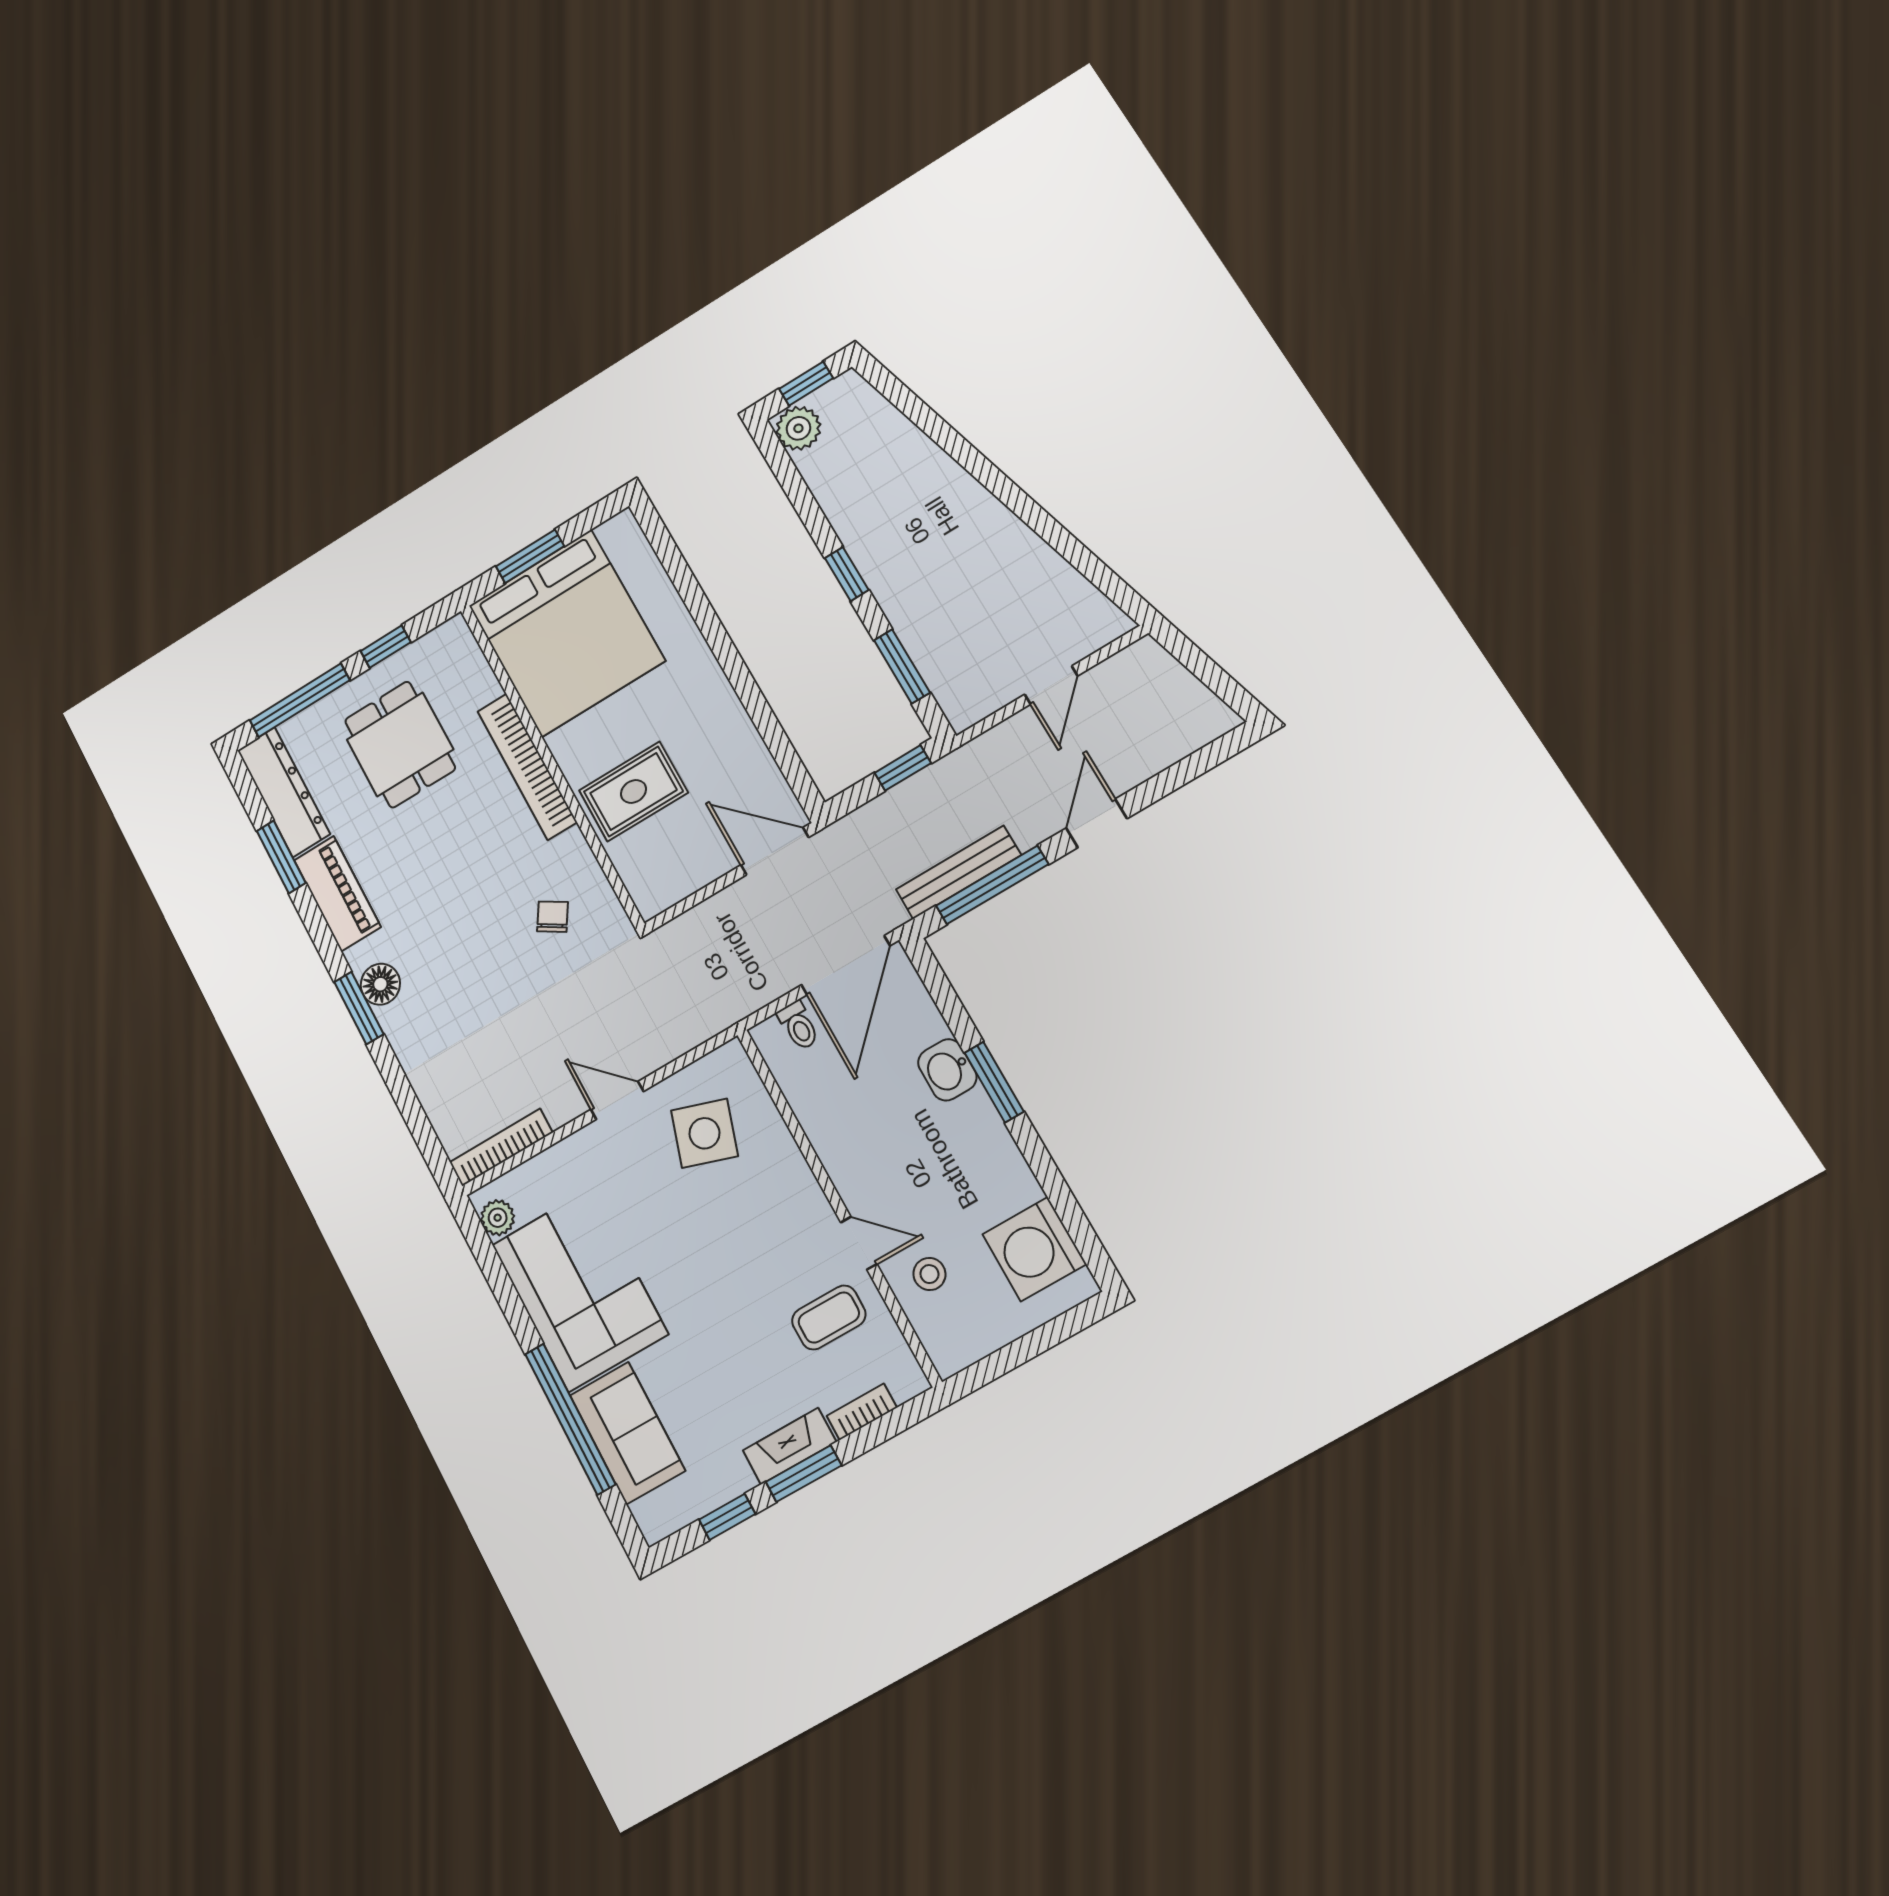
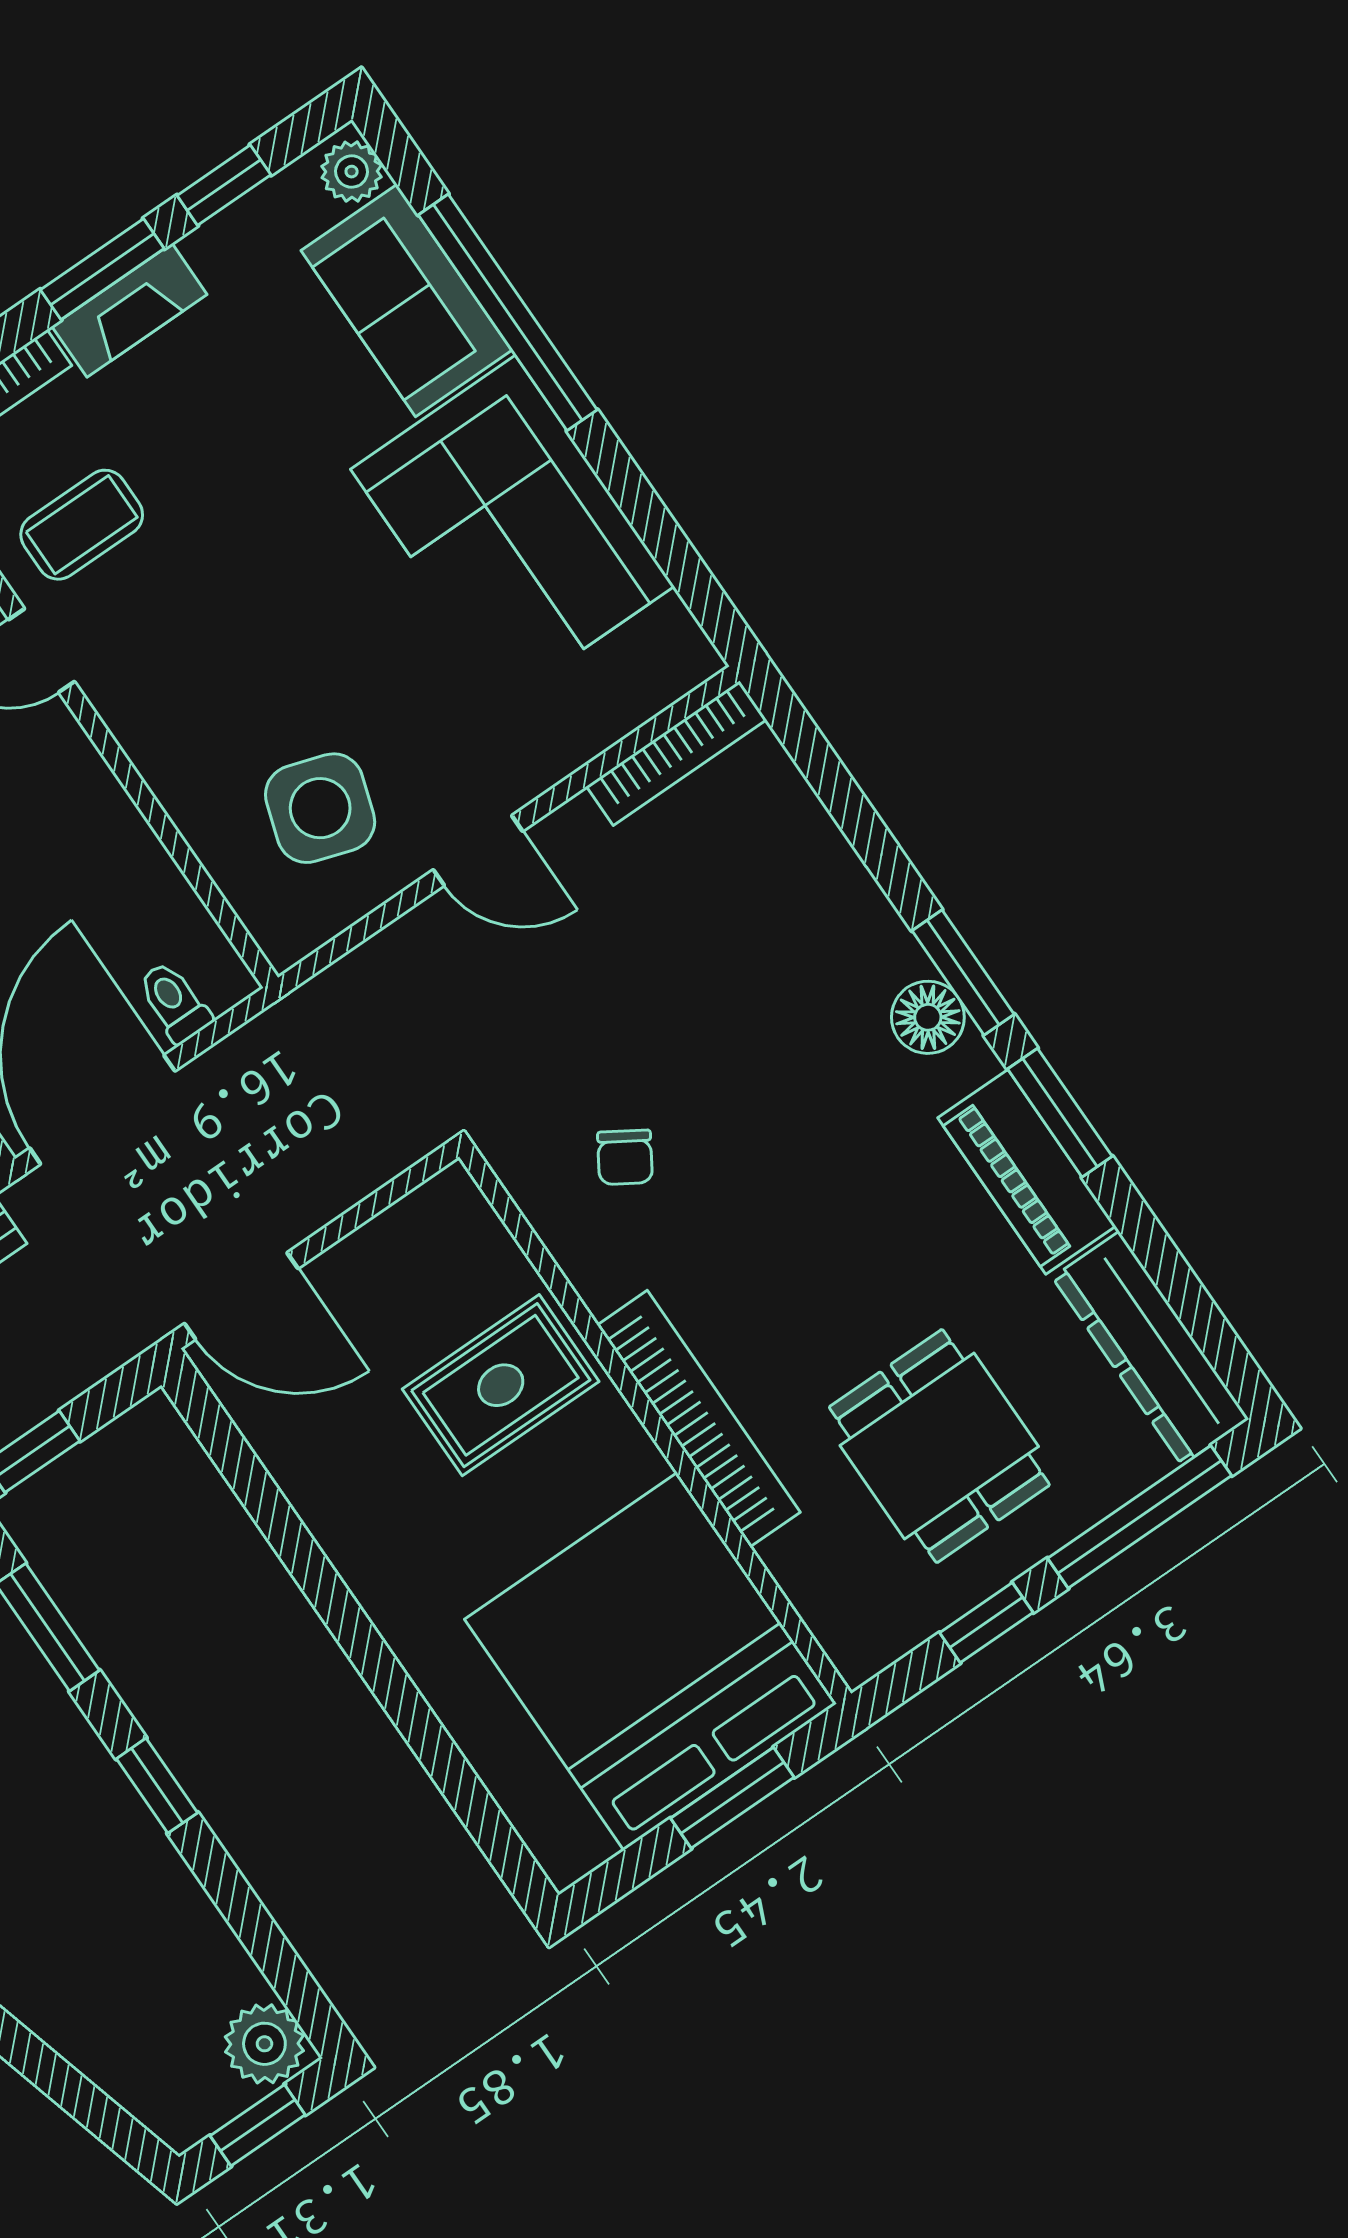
window: (281, 857) -> (1060, 1113), moved
plant: (498, 1218) -> (352, 172), moved

